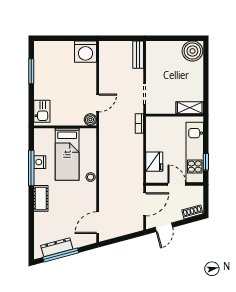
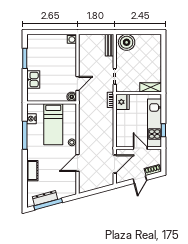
boiler: (192, 51) -> (127, 42), moved
washing machine: (86, 52) -> (72, 39), width x0.53, depth x0.53
kitchen sink: (42, 111) -> (33, 80), moved
nightstand: (40, 162) -> (32, 119), moved
fridge: (154, 162) -> (122, 102), moved
cot: (41, 198) -> (32, 171), moved
door: (98, 223) -> (77, 163), moved
door: (164, 227) -> (140, 180), moved

